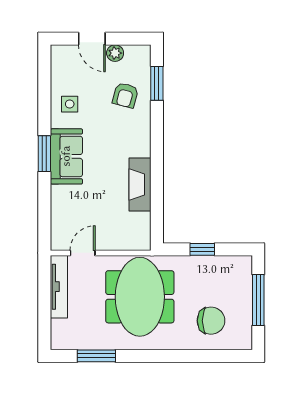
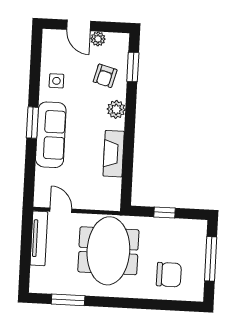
plant: (140, 133) -> (116, 109), added
sofa: (66, 156) -> (51, 135), width x1.36
door: (83, 253) -> (61, 210), hinge flipped

